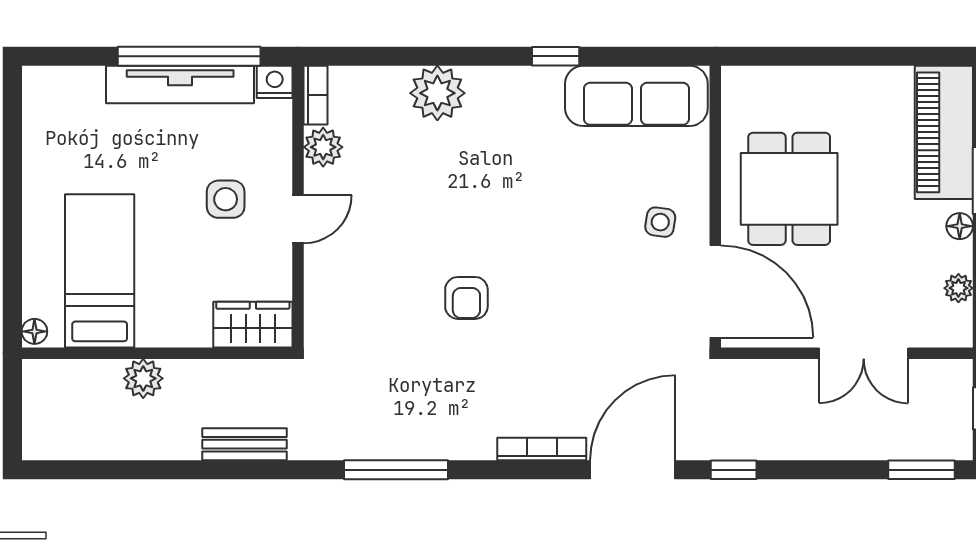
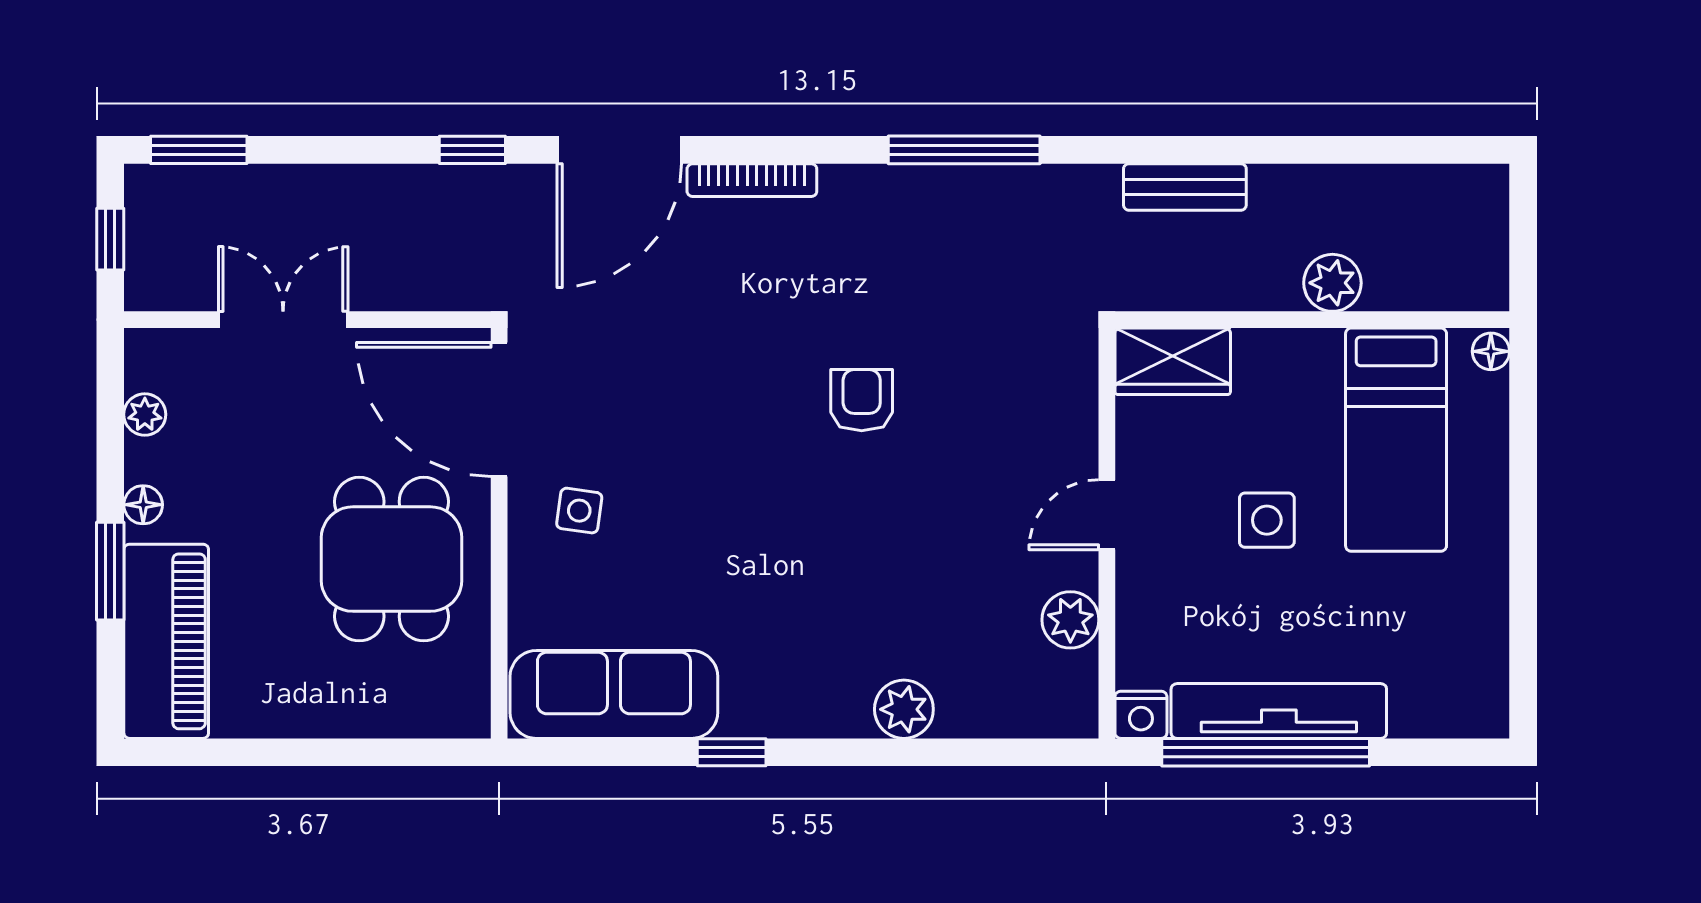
plant: (437, 93) -> (904, 709), width x0.73, depth x0.73
bookcase: (316, 95) -> (1081, 696), removed
side table: (226, 199) -> (1267, 520), moved

